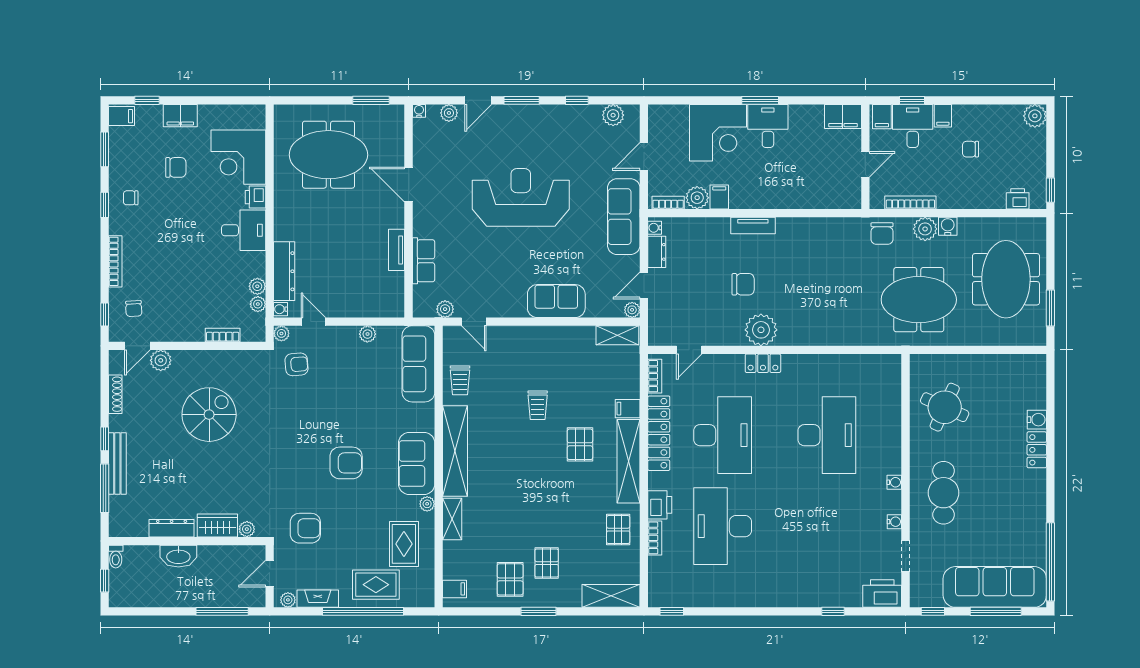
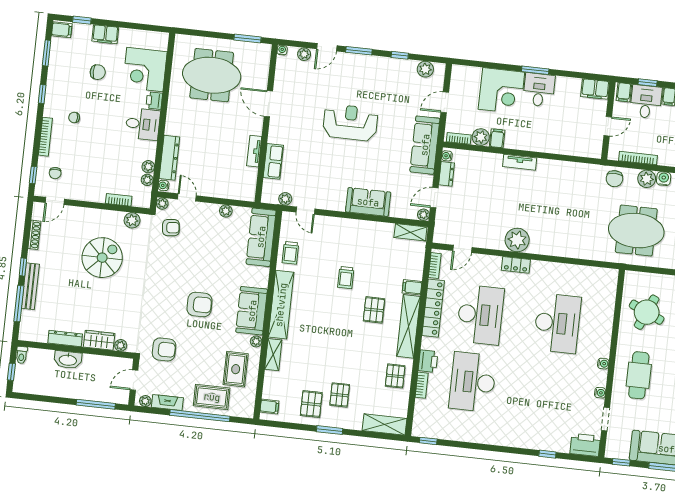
reception desk: (521, 197) -> (350, 123), width x0.74, depth x0.77
chair: (131, 198) -> (74, 117), moved
chair: (743, 284) -> (508, 205), removed
plant: (161, 360) -> (132, 220), moved

